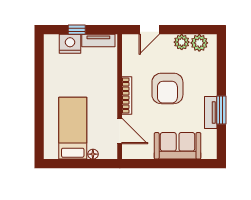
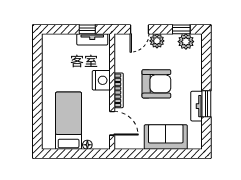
window: (77, 30) -> (87, 29), moved
window: (194, 30) -> (181, 29), added
plant: (182, 42) -> (157, 41), moved
nightstand: (70, 44) -> (101, 80), moved, turned 90
armchair: (167, 88) -> (156, 84), turned -90

